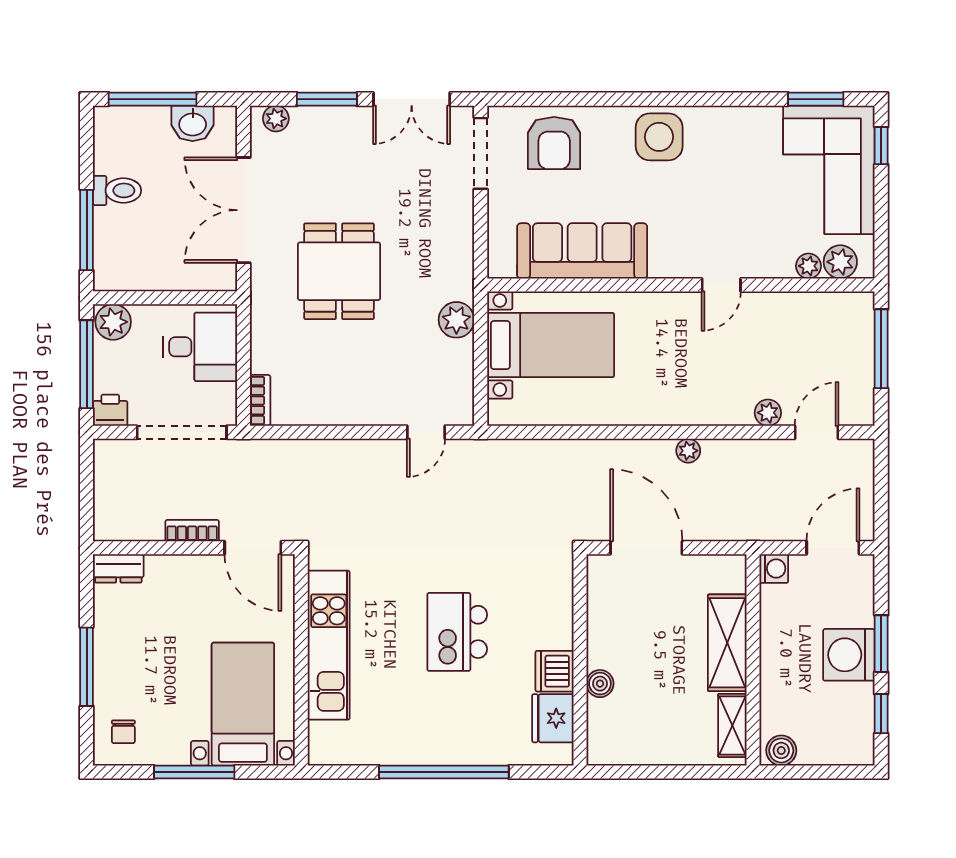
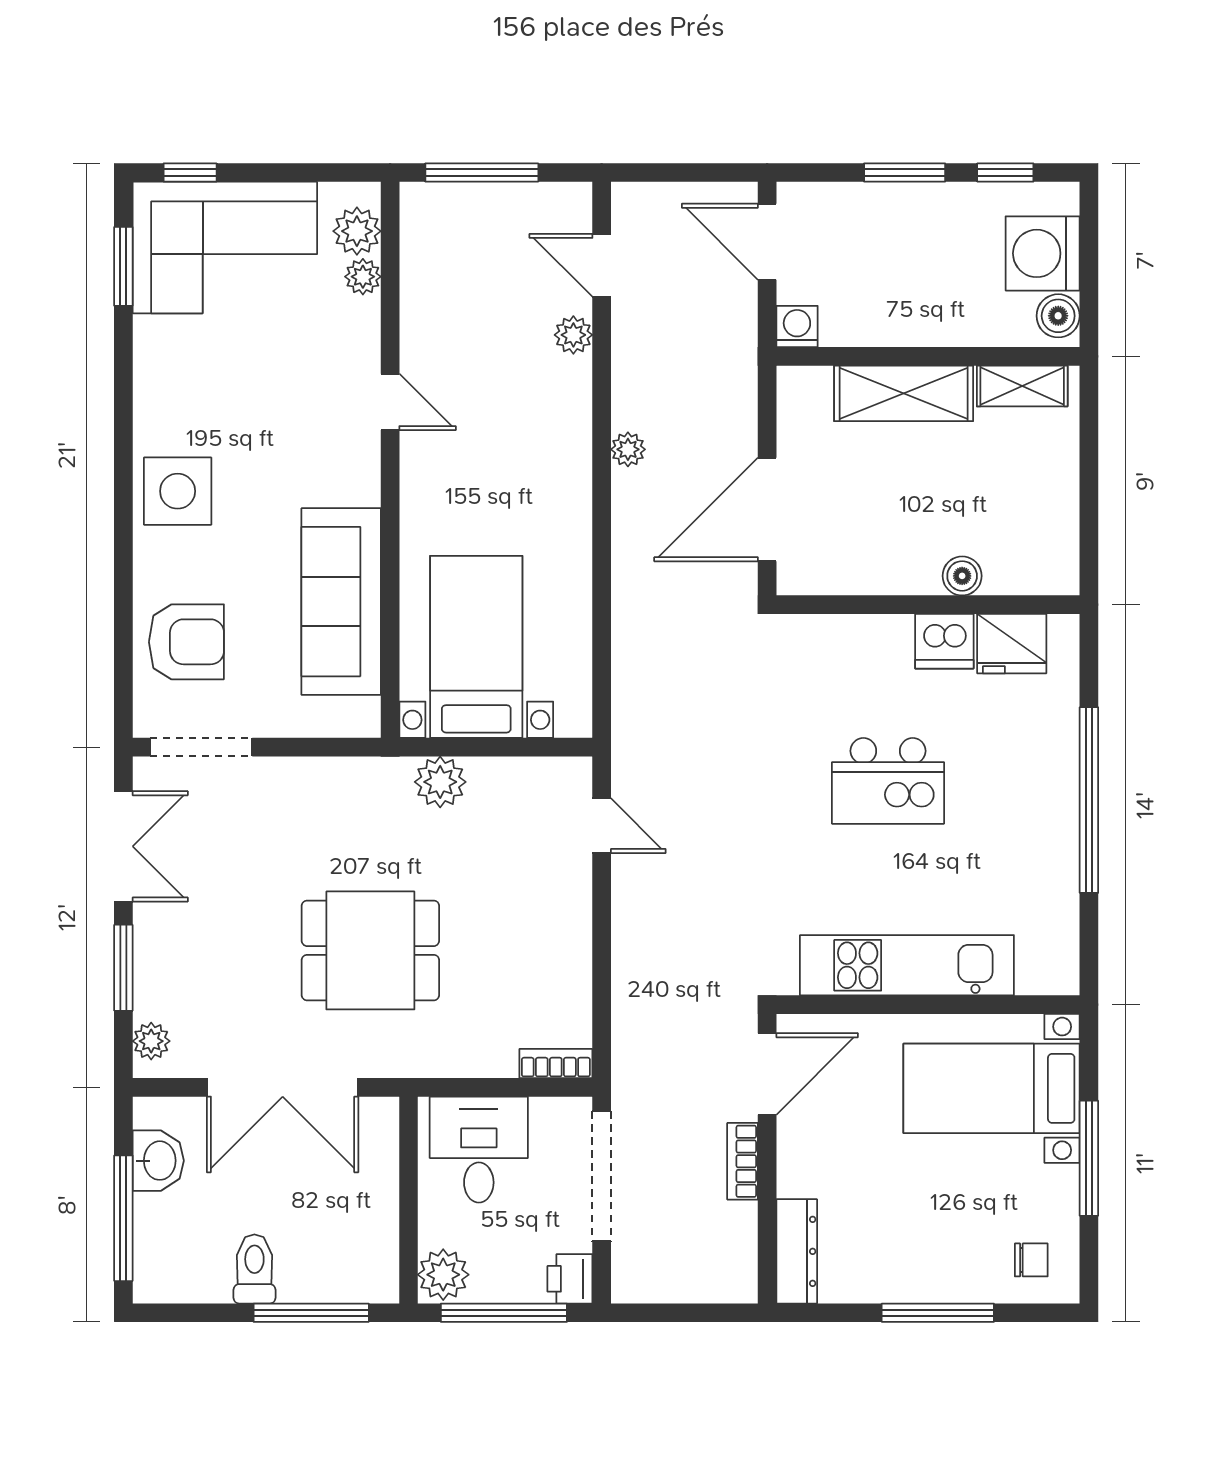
dresser: (118, 568) -> (797, 1251), width x1.44
washing machine: (849, 655) -> (1043, 253), moved, turned 90

